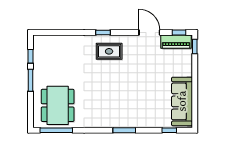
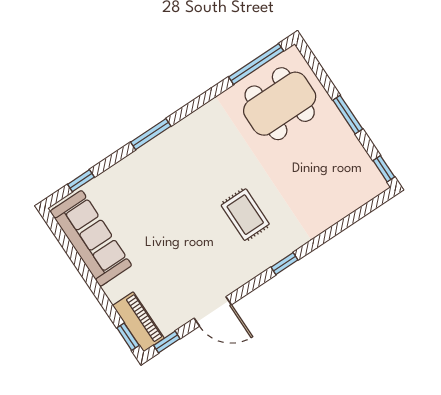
piano: (176, 42) -> (138, 322), moved, turned 90
rug: (109, 51) -> (245, 215), moved, turned 90
window: (30, 56) -> (384, 169), moved
dining table: (58, 105) -> (280, 104), turned 90

